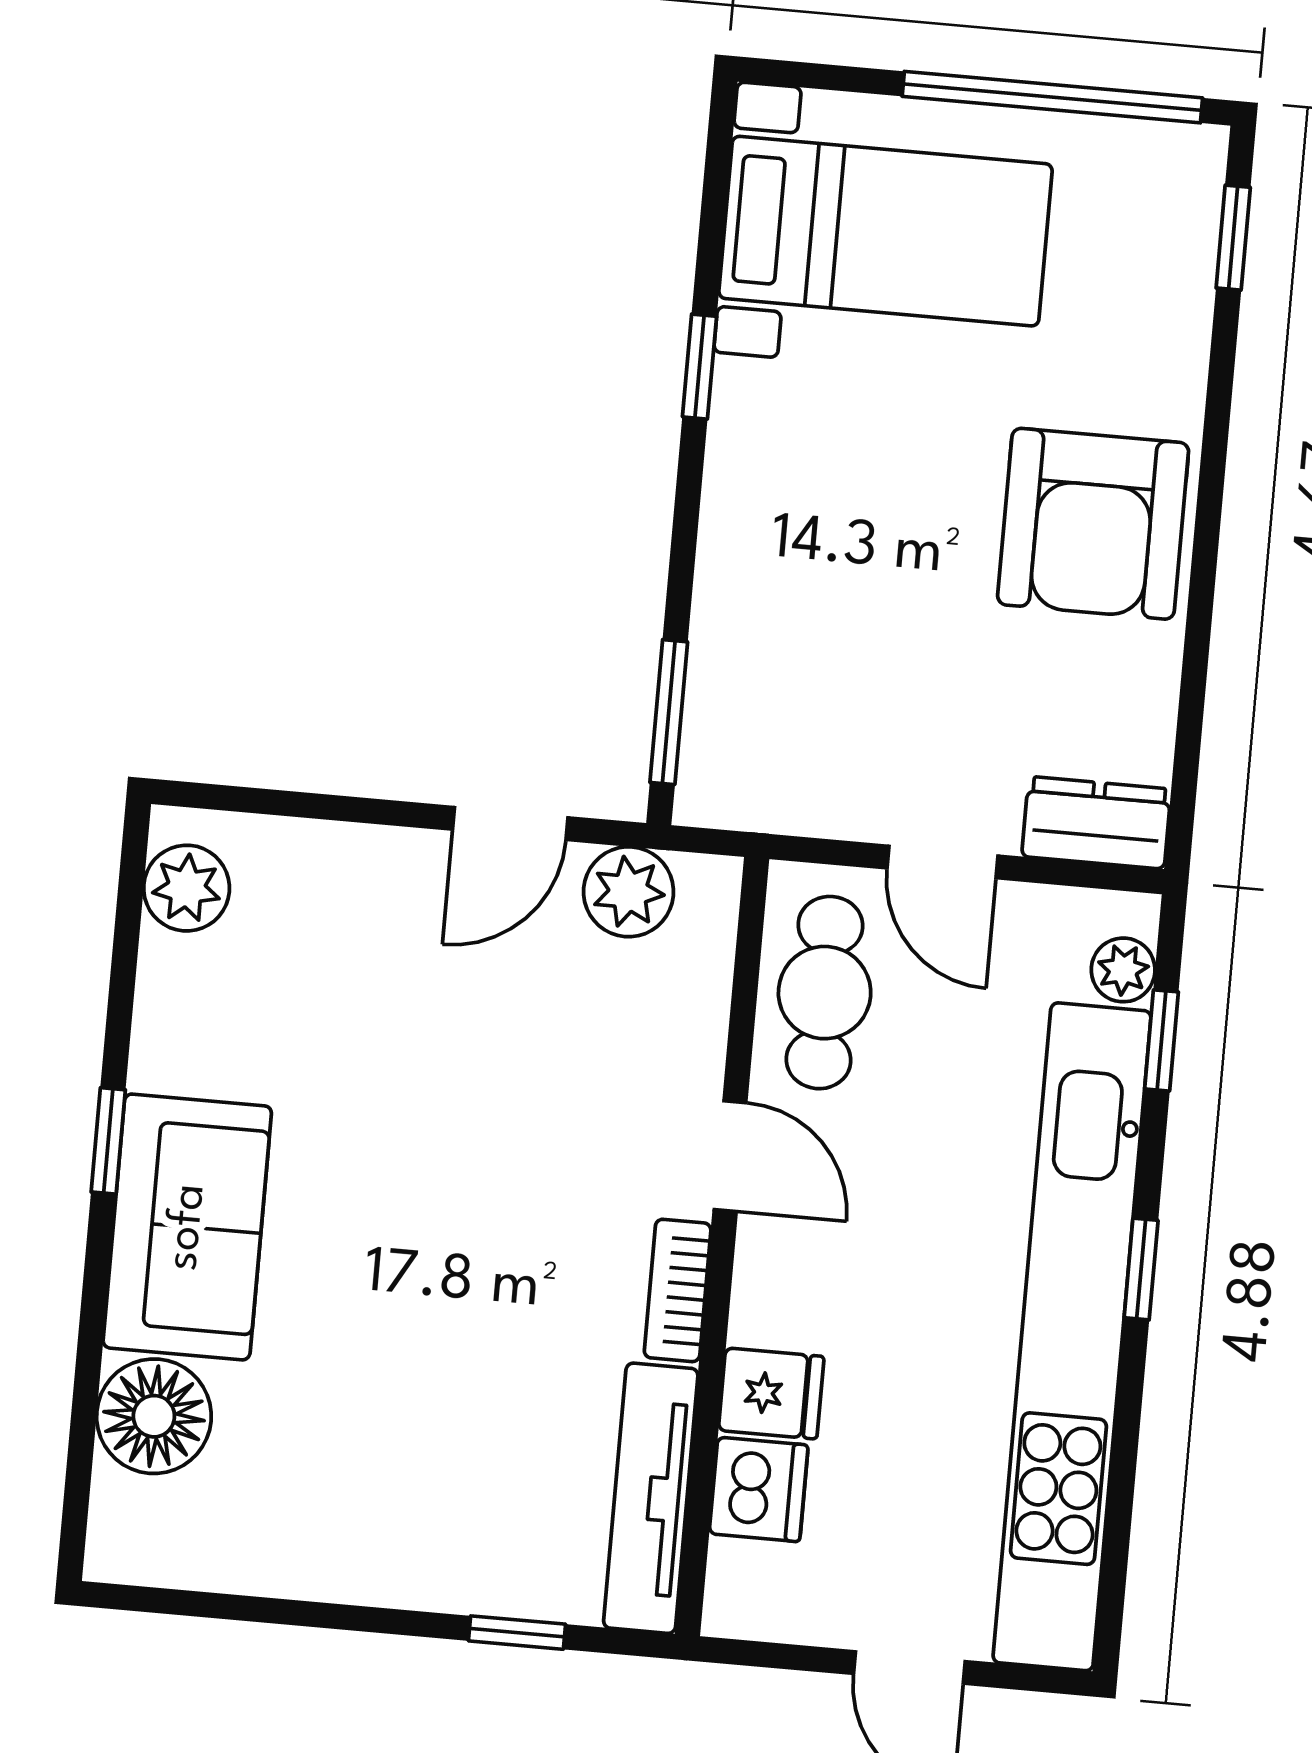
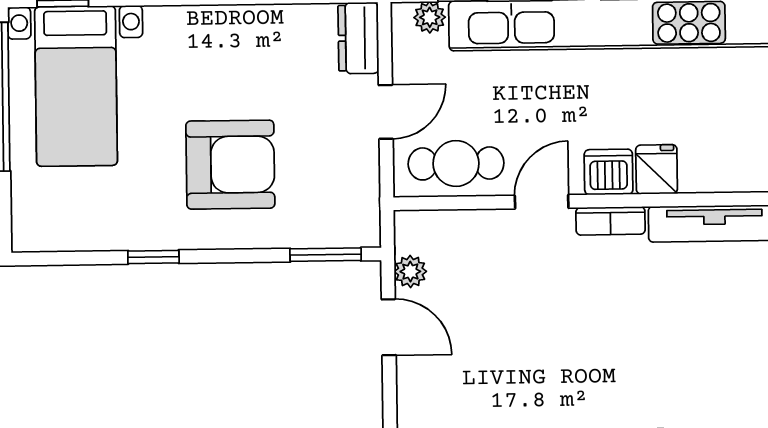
bed with nightstands: (886, 231) -> (76, 86), moved, turned 180
armchair: (1093, 524) -> (230, 165), moved
plant: (629, 892) -> (410, 272), width x0.73, depth x0.73
dishwasher: (759, 1489) -> (609, 172), moved

